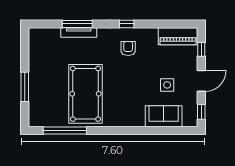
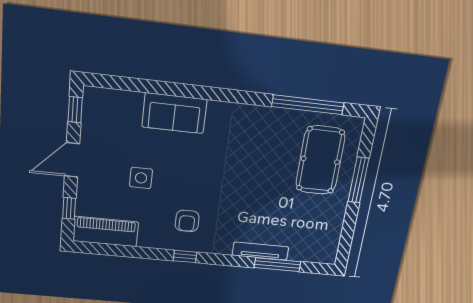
window: (77, 24) -> (277, 265), moved
side table: (167, 85) -> (141, 178), moved
pool table: (85, 94) -> (320, 160), moved, width x0.73, depth x0.76
sofa: (164, 116) -> (174, 113), moved

